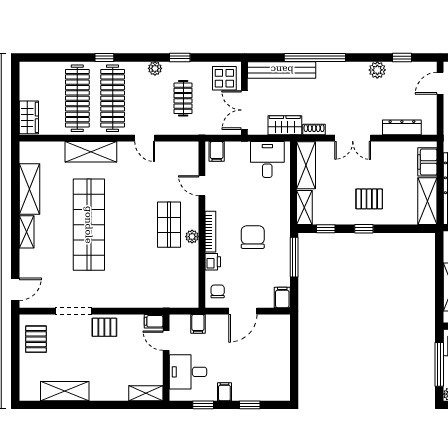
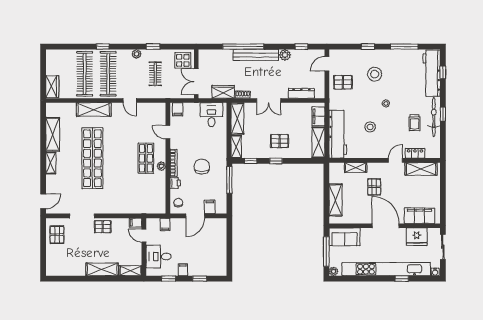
bench: (282, 70) -> (256, 55), moved
filing cabinet: (282, 297) -> (210, 207), moved
shelving: (65, 391) -> (102, 269), moved

